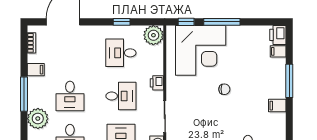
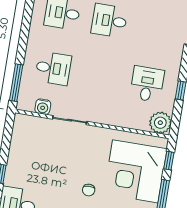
printer: (157, 83) -> (108, 118), removed
desk: (121, 96) -> (100, 76), removed

